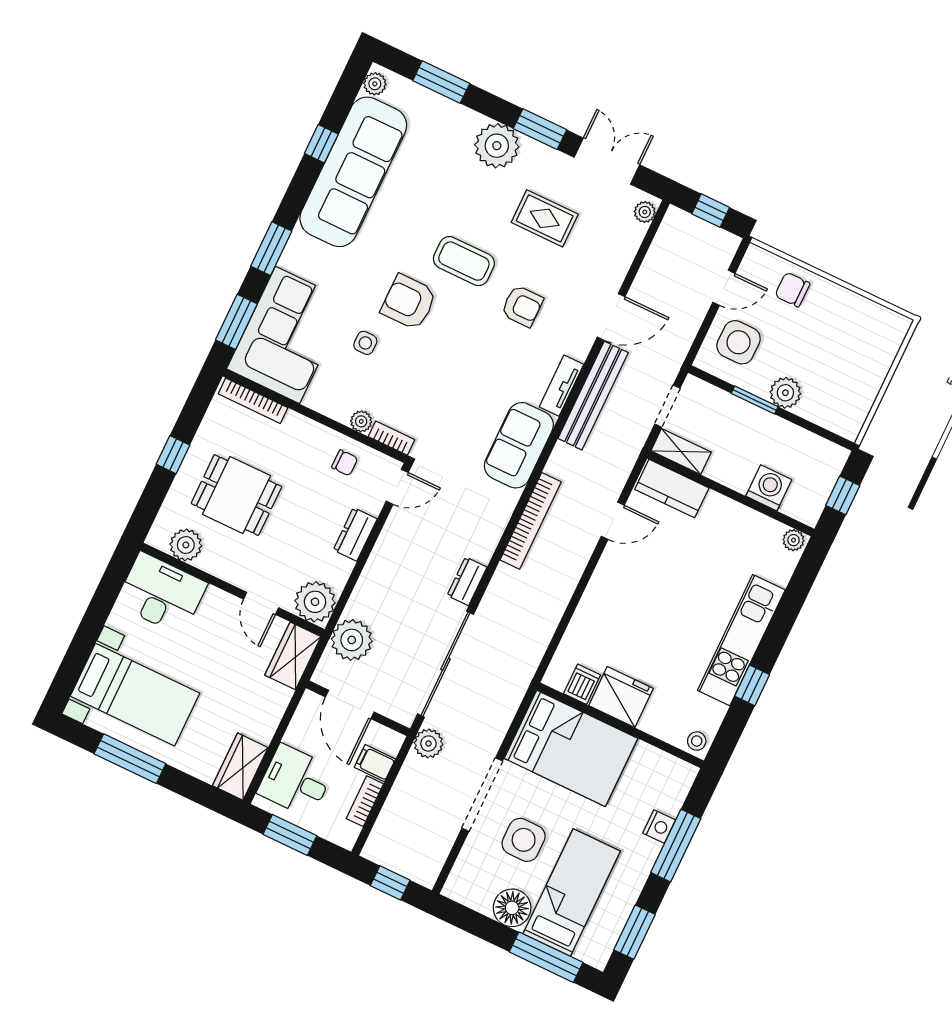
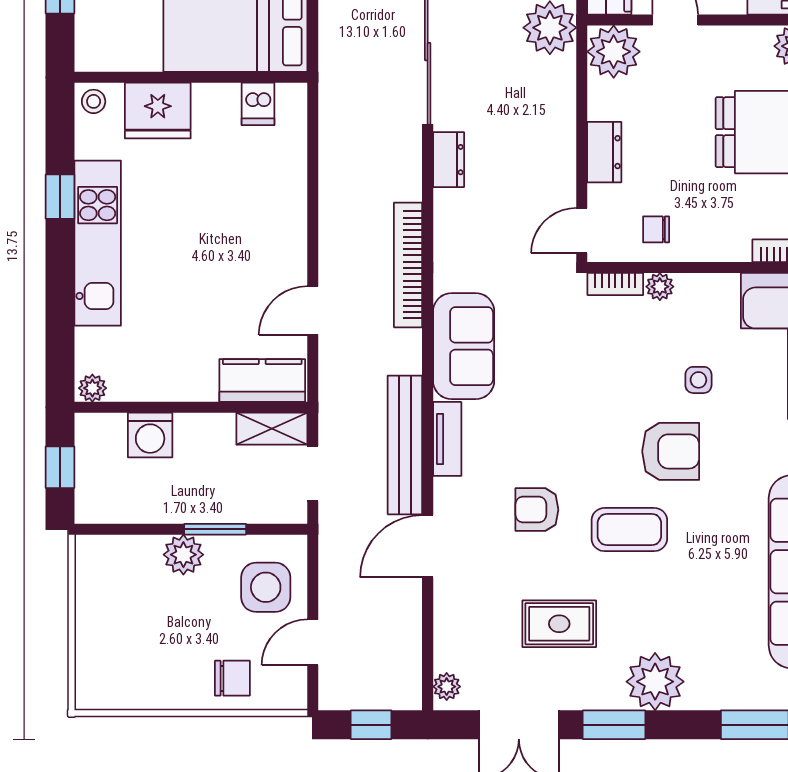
fridge: (621, 697) -> (158, 111), moved

